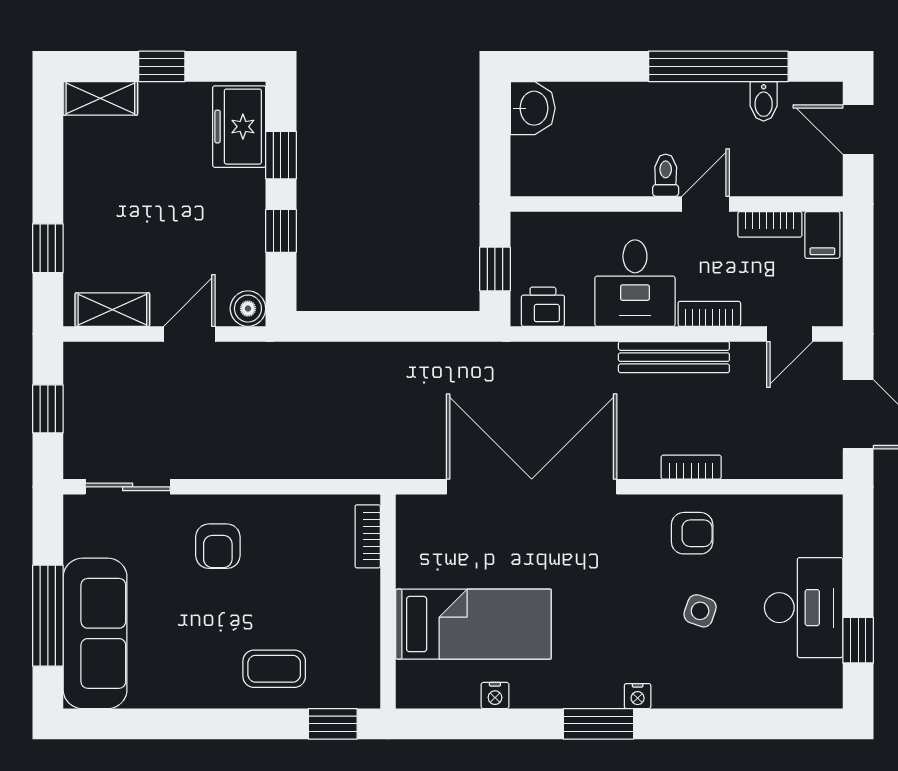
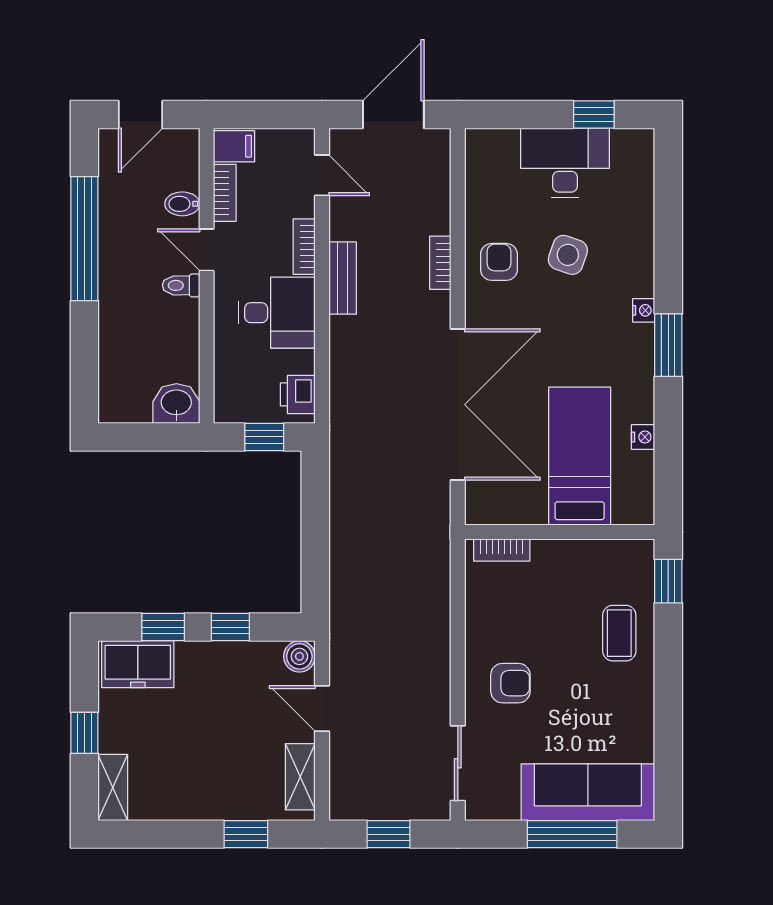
bidet: (764, 101) -> (182, 204), moved, turned 180
washbasin: (533, 108) -> (176, 404), moved
bench: (674, 357) -> (343, 278), width x0.73
double door: (532, 487) -> (458, 405), swing flipped
side table: (700, 611) -> (568, 255), width x1.37, depth x1.37

